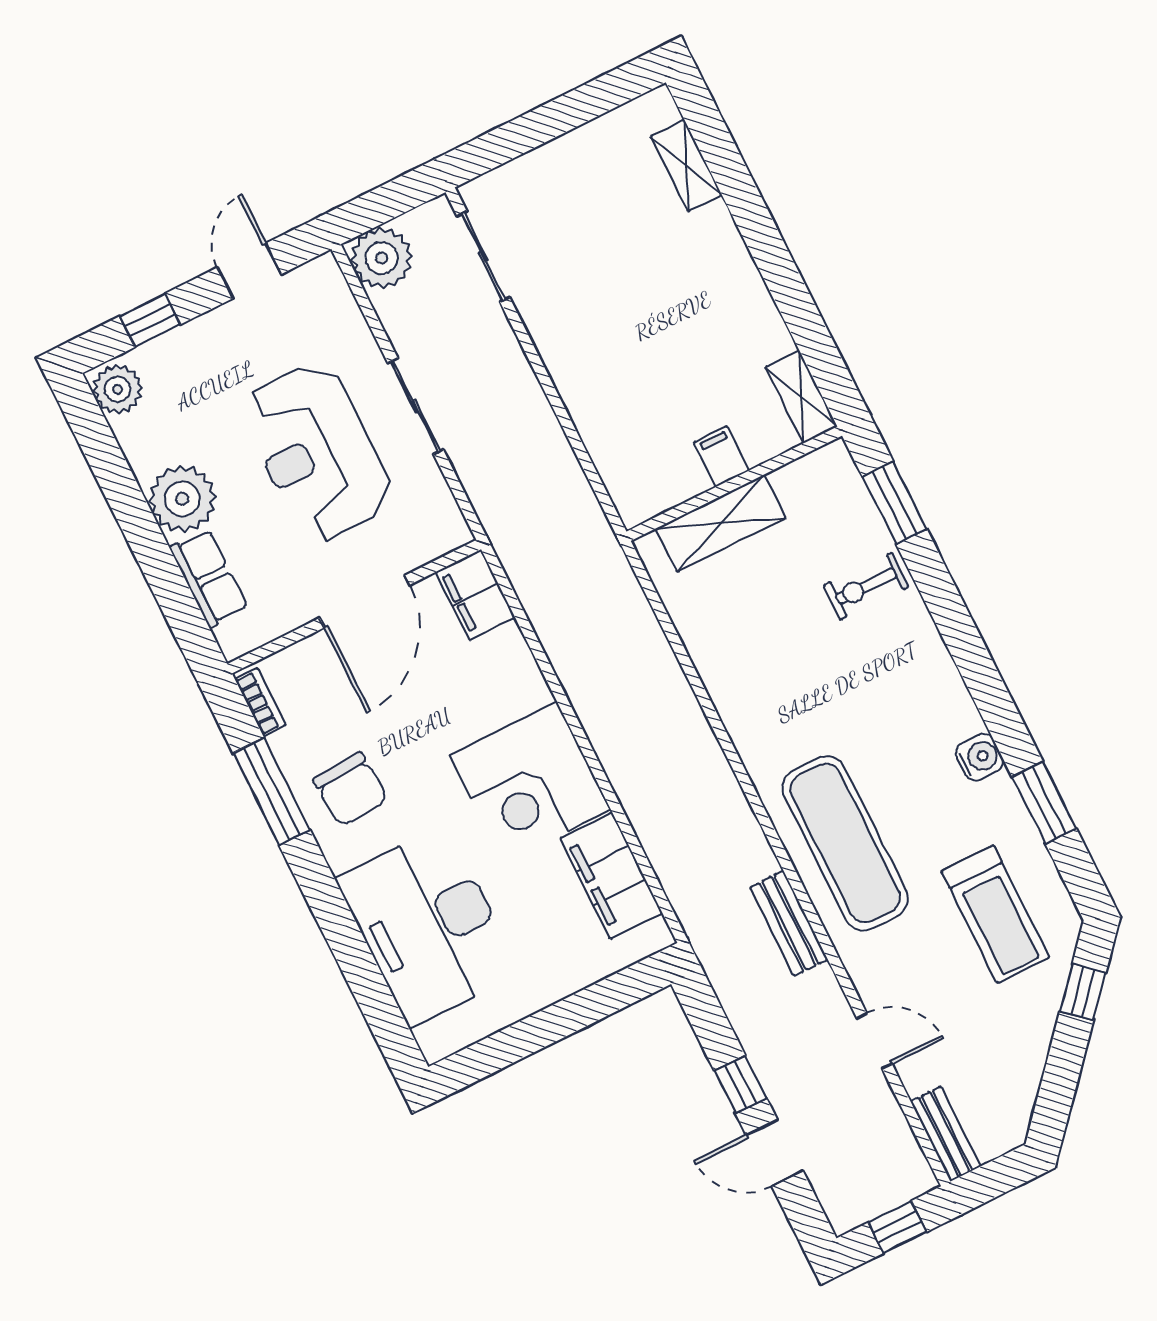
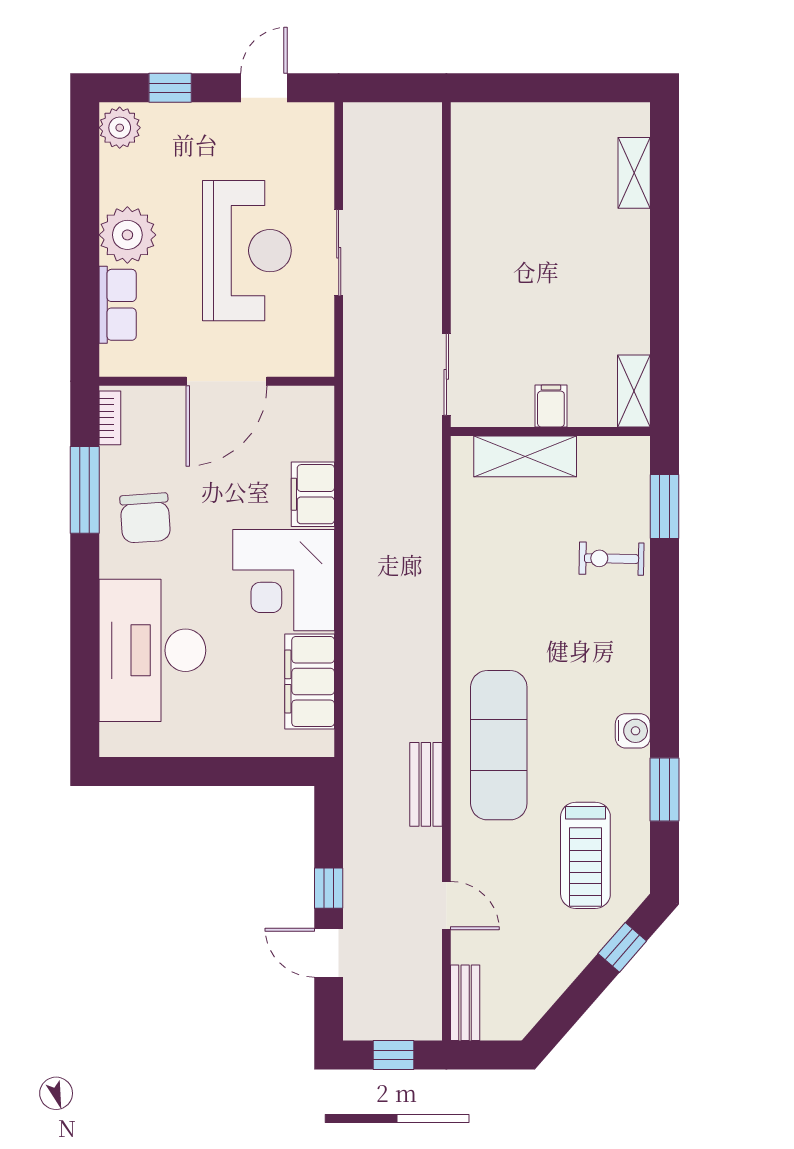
sliding door: (483, 257) -> (446, 374), moved
plant: (382, 258) -> (369, 128), removed
reception desk: (317, 452) -> (247, 251), turned 180
filing cabinet: (475, 595) -> (313, 494), moved

